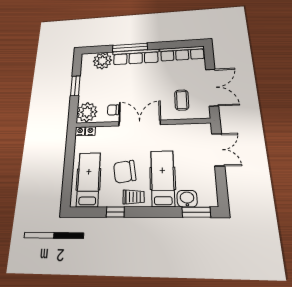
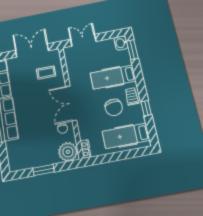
plant: (102, 61) -> (15, 150), removed
washbasin: (187, 199) -> (121, 43), moved

